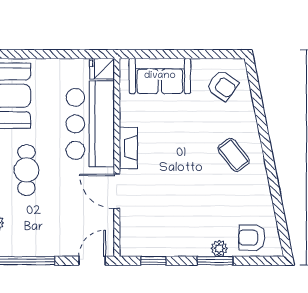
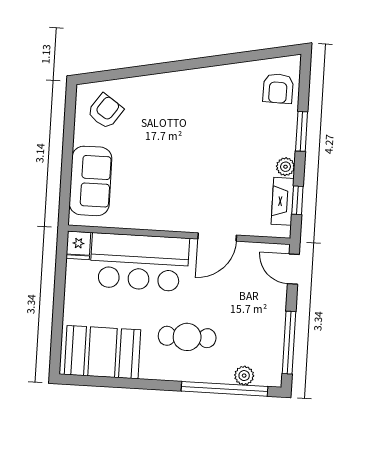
fireplace: (128, 148) -> (283, 201), moved, turned -90
coffee table: (234, 155) -> (184, 103), removed
plant: (219, 248) -> (285, 167), moved

